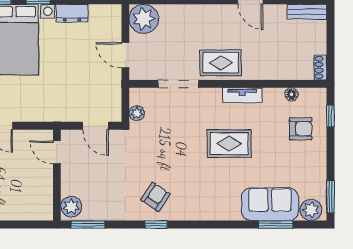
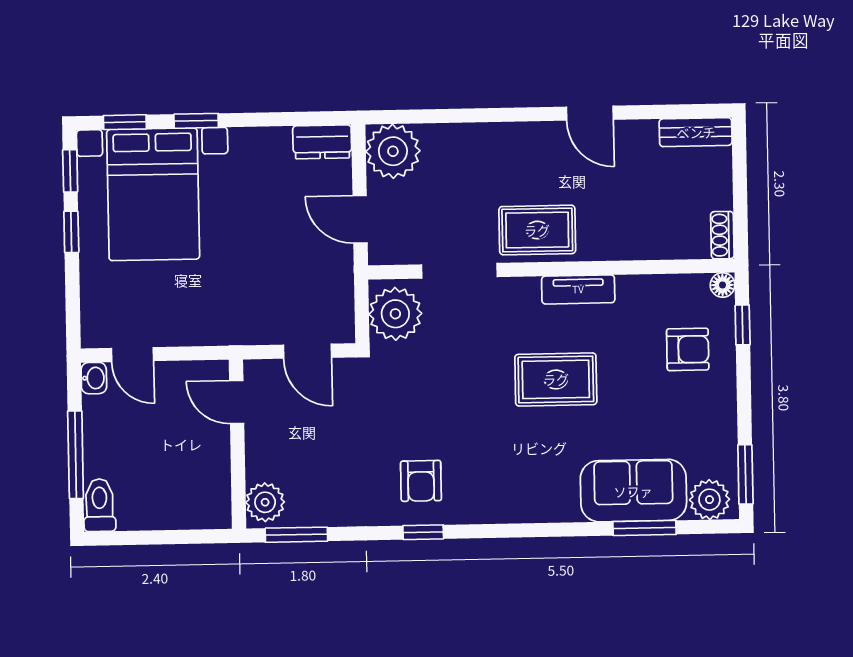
dresser: (72, 13) -> (322, 142), moved
floor lamp: (292, 94) -> (723, 285), moved
plant: (137, 113) -> (395, 314), width x1.88, depth x1.88
armchair: (155, 197) -> (421, 481), turned 146

